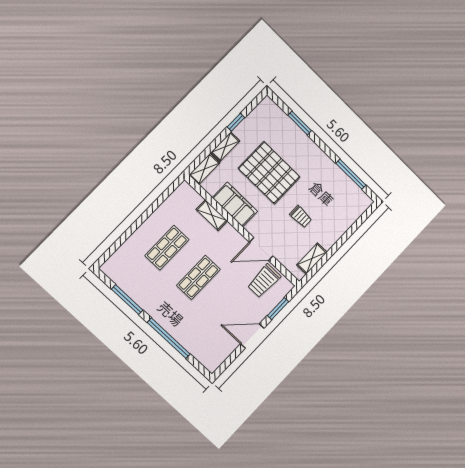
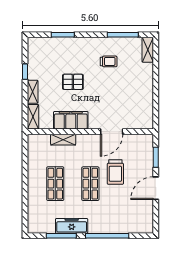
pallet: (269, 173) -> (73, 82), width x0.49, depth x0.50
trolley: (301, 217) -> (109, 61), moved
shelving: (312, 259) -> (148, 50), moved
trolley: (264, 281) -> (115, 172), moved
freezer: (145, 299) -> (72, 226), added

